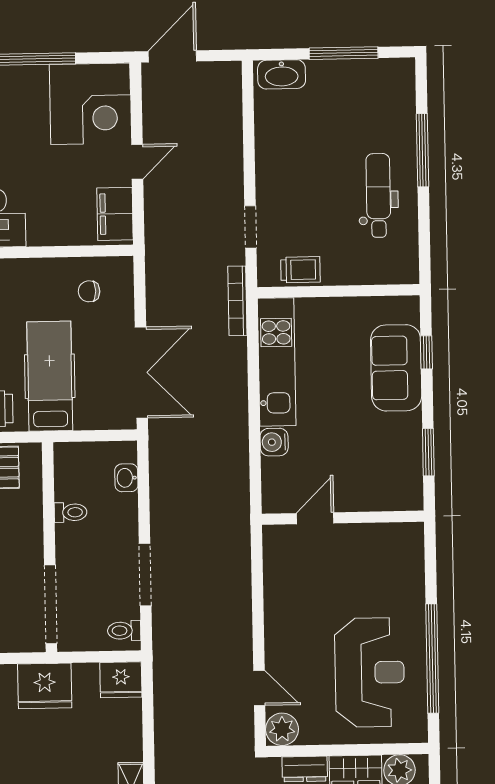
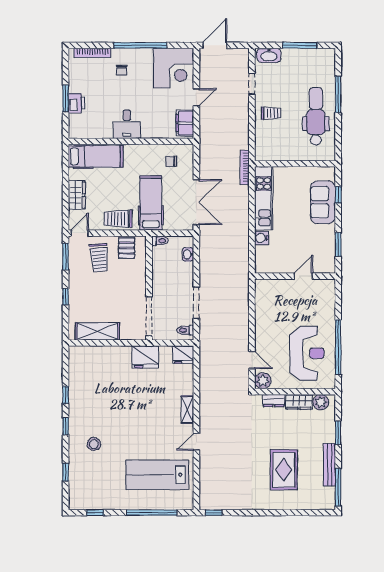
dental chair: (378, 195) -> (316, 116), width x1.36, depth x1.38
doorway: (250, 227) -> (252, 84), moved
trolley: (300, 270) -> (271, 113), moved
toilet: (71, 512) -> (160, 241), moved
door: (315, 518) -> (303, 276), moved

